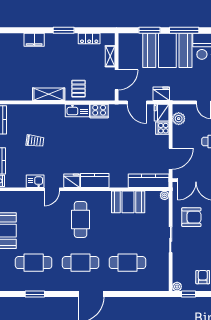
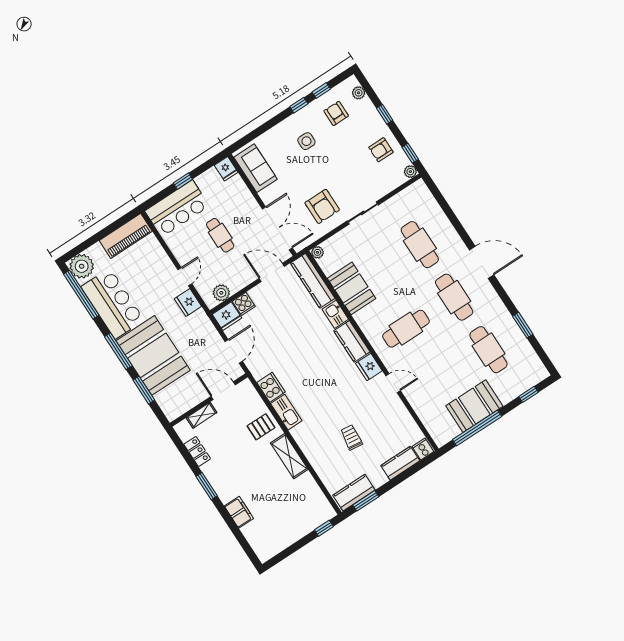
fridge: (161, 94) -> (188, 303), moved
kitchen sink: (35, 181) -> (335, 314), moved
armchair: (191, 217) -> (322, 206), turned 180

